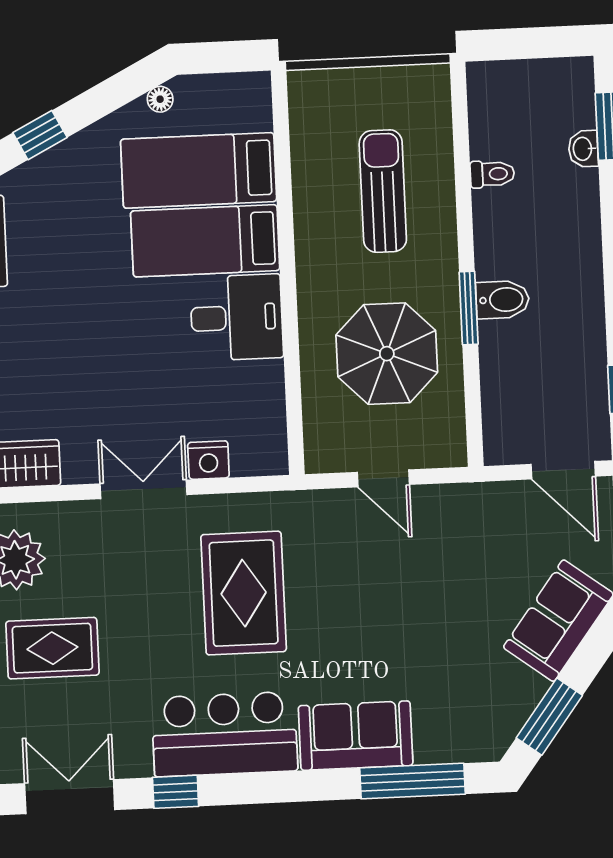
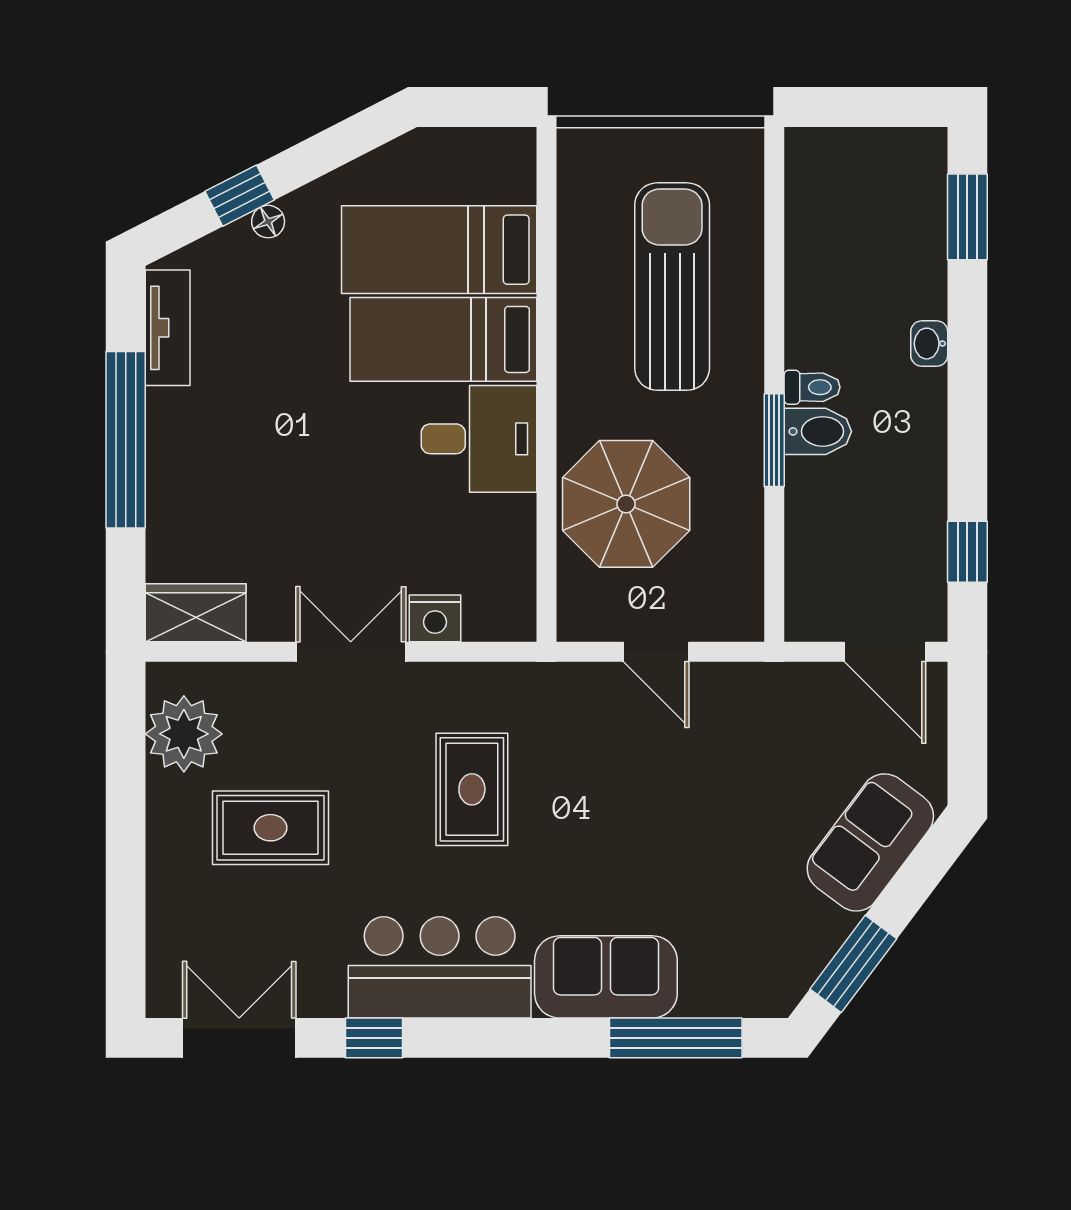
floor lamp: (160, 99) -> (268, 222), moved
washbasin: (583, 149) -> (929, 344), moved
toilet: (492, 174) -> (812, 387), moved
sun lounger: (383, 191) -> (672, 287), width x1.36, depth x1.34
parasol: (387, 354) -> (626, 504), moved
rug: (244, 593) -> (472, 789), width x0.73, depth x0.70
rug: (52, 648) -> (270, 828), moved

